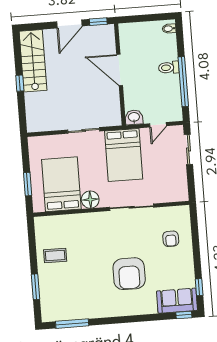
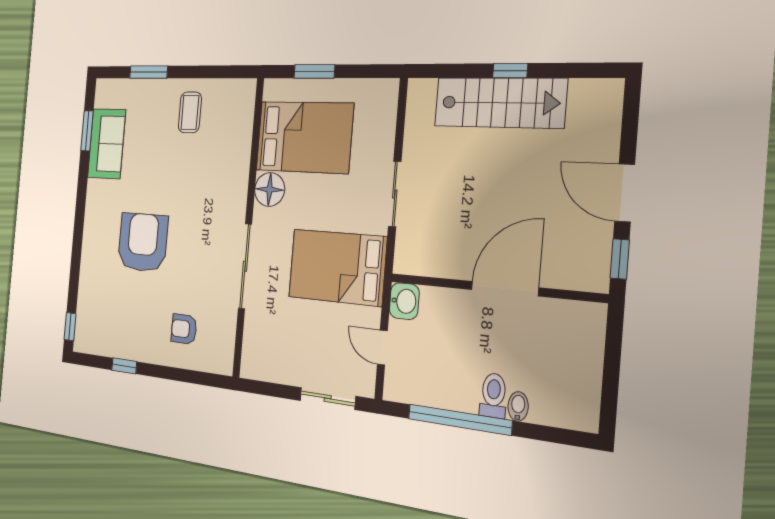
bidet: (169, 29) -> (518, 406), moved
stairs: (33, 61) -> (500, 103), moved
armchair: (129, 274) -> (143, 242), turned 90
window: (199, 287) -> (124, 366), moved
sofa: (177, 301) -> (107, 144), moved
window: (72, 324) -> (87, 131), width x0.69

